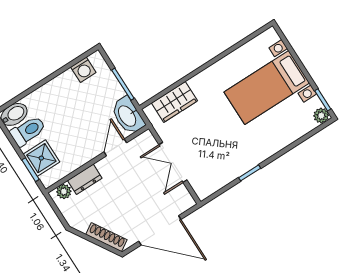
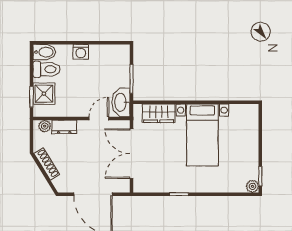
washing machine: (83, 70) -> (81, 52), moved
bed with nightstands: (267, 87) -> (202, 135), moved, turned -90
double door: (173, 162) -> (131, 154), width x1.37
shoe rack: (106, 237) -> (47, 164), moved

